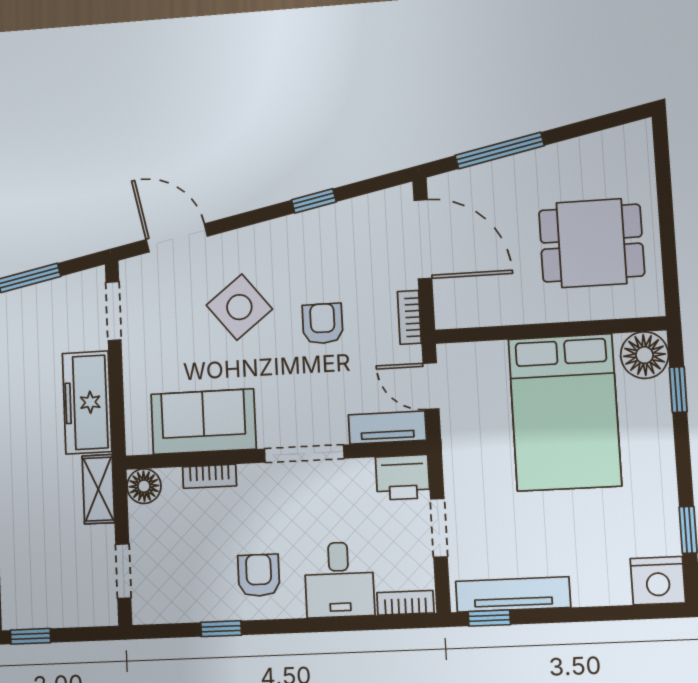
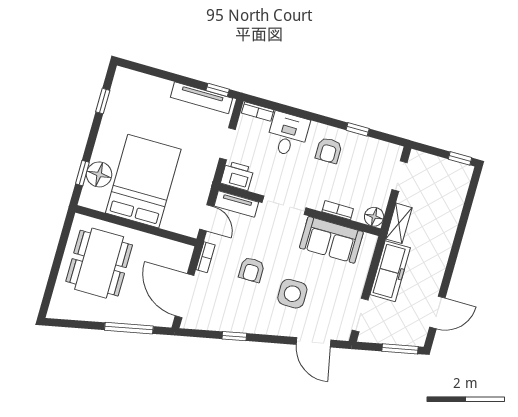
dining table: (592, 243) -> (99, 263), width x1.38
side table: (239, 307) -> (292, 294), turned 38
floor lamp: (645, 355) -> (99, 174), moved
nightstand: (658, 581) -> (127, 81), removed

